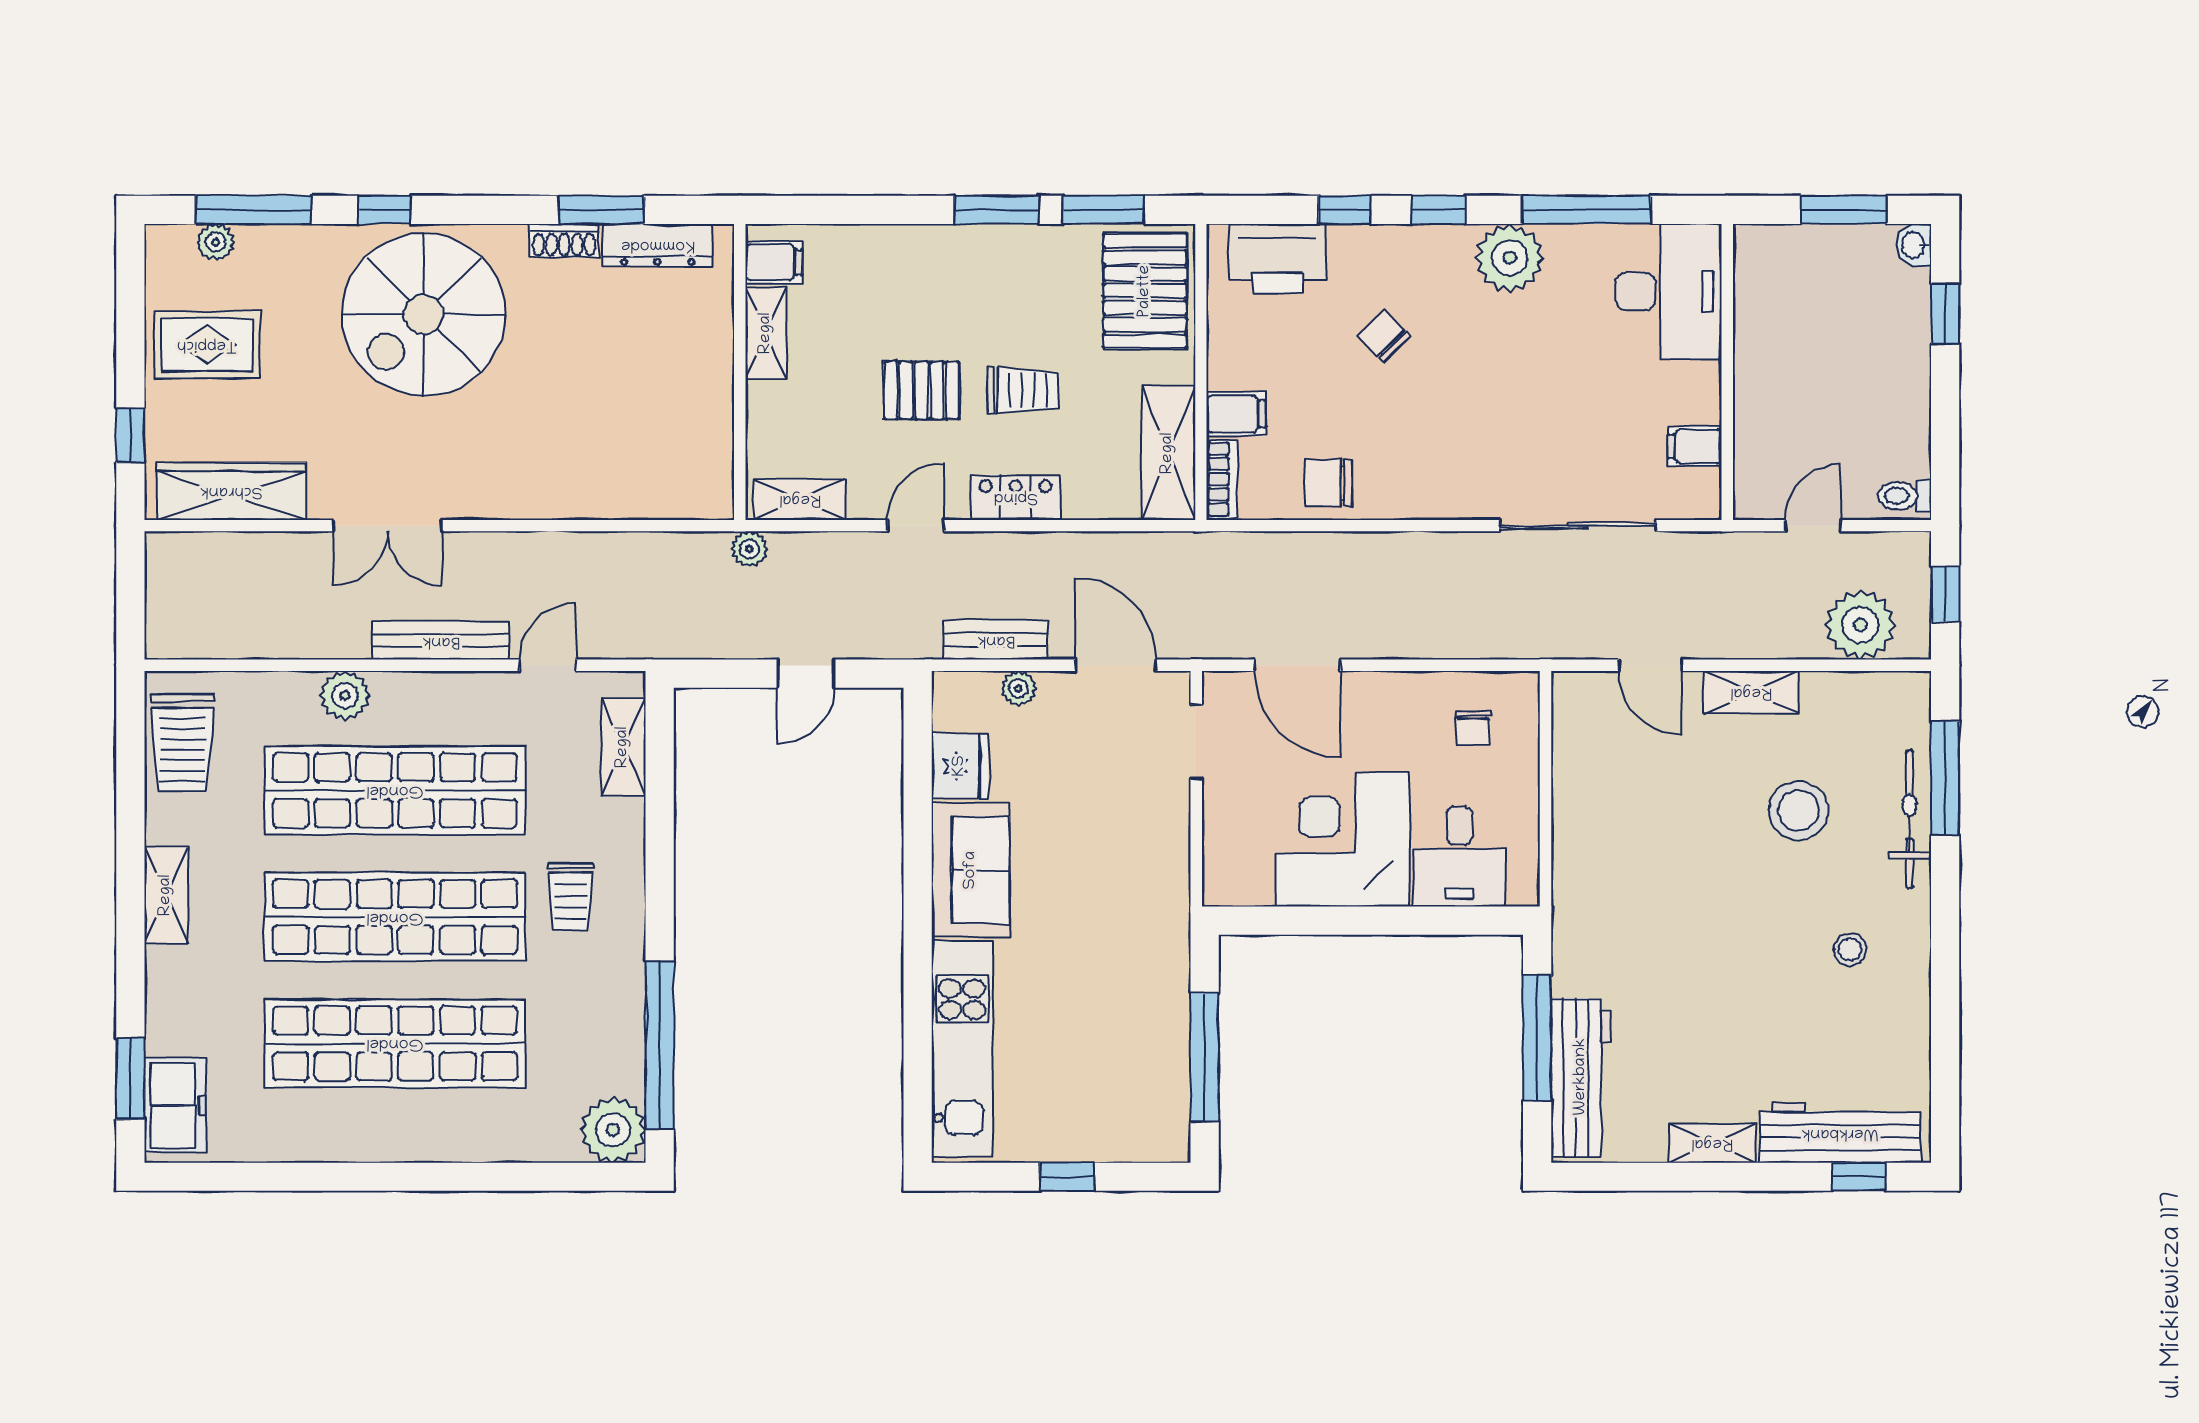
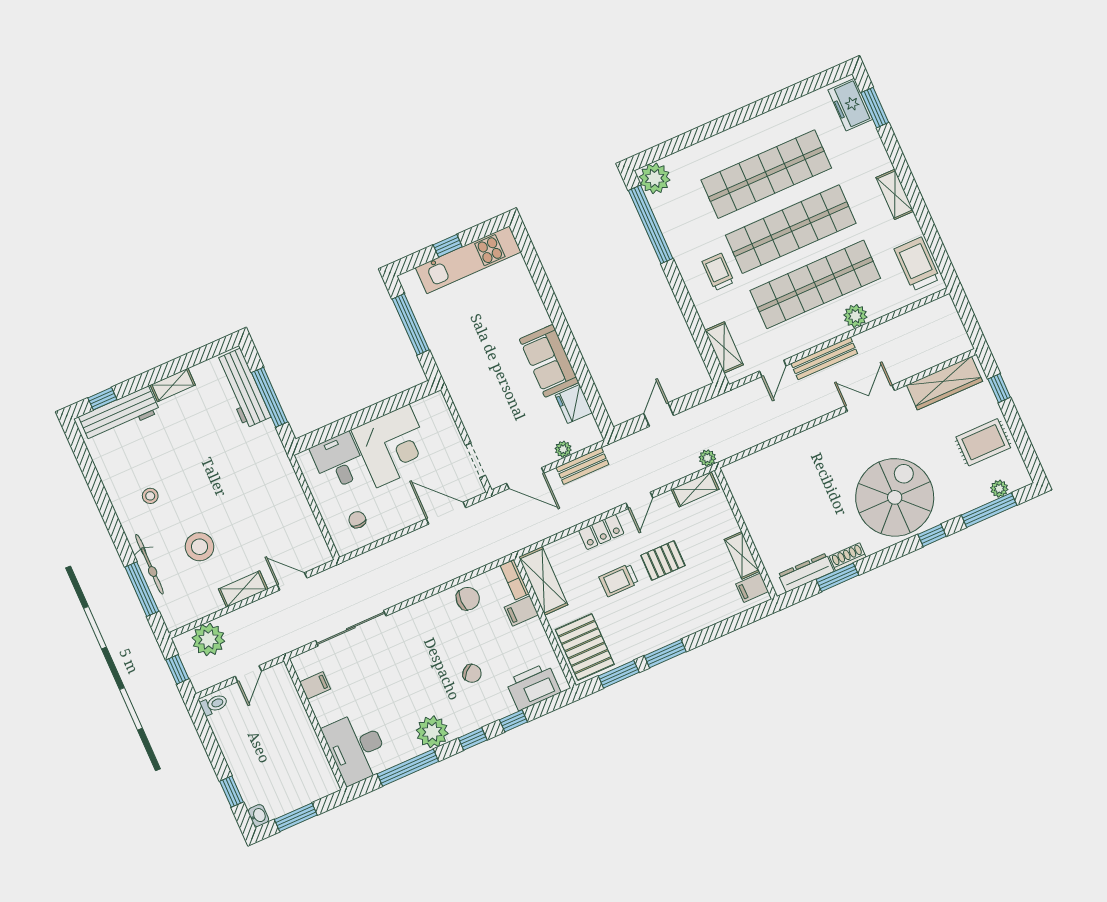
kitchen unit: (962, 1049) -> (468, 260), moved, turned -90

